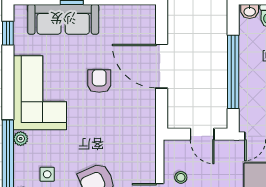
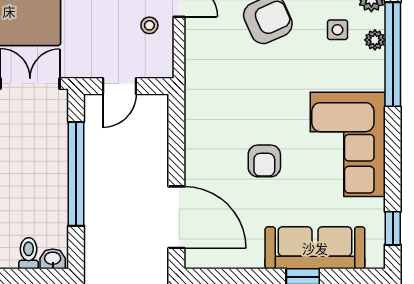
door: (162, 66) -> (176, 217), moved
door: (202, 134) -> (119, 86), swing flipped
plant: (21, 139) -> (375, 40), moved

